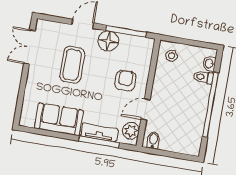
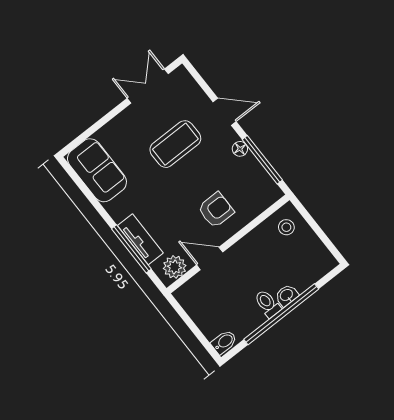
floor lamp: (108, 41) -> (240, 149), width x0.53, depth x0.53
washbasin: (209, 64) -> (287, 295), moved
toilet: (203, 77) -> (268, 304), moved
sofa: (59, 119) -> (97, 170), moved
bidet: (153, 140) -> (224, 342), moved

